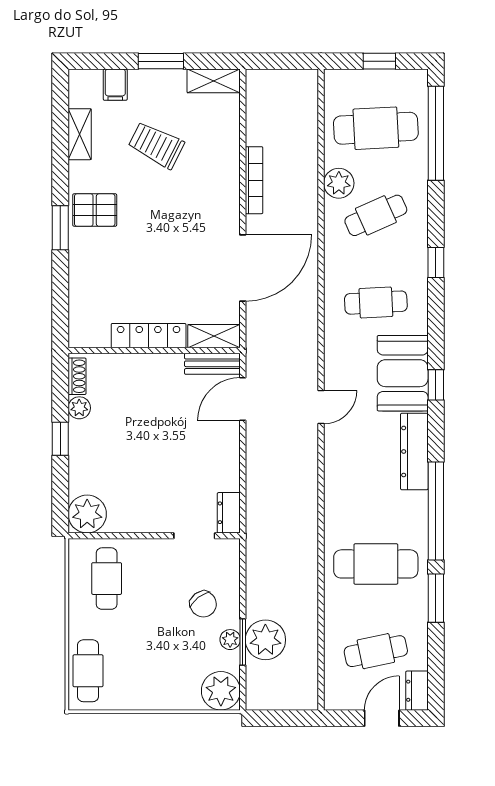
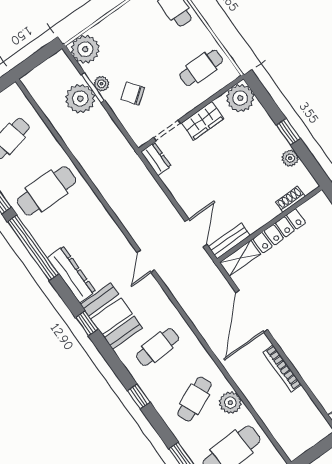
shoe rack: (77, 376) -> (290, 199), moved, turned 90
wardrobe: (147, 518) -> (203, 121), added
cafe table: (107, 579) -> (201, 68), turned 90

